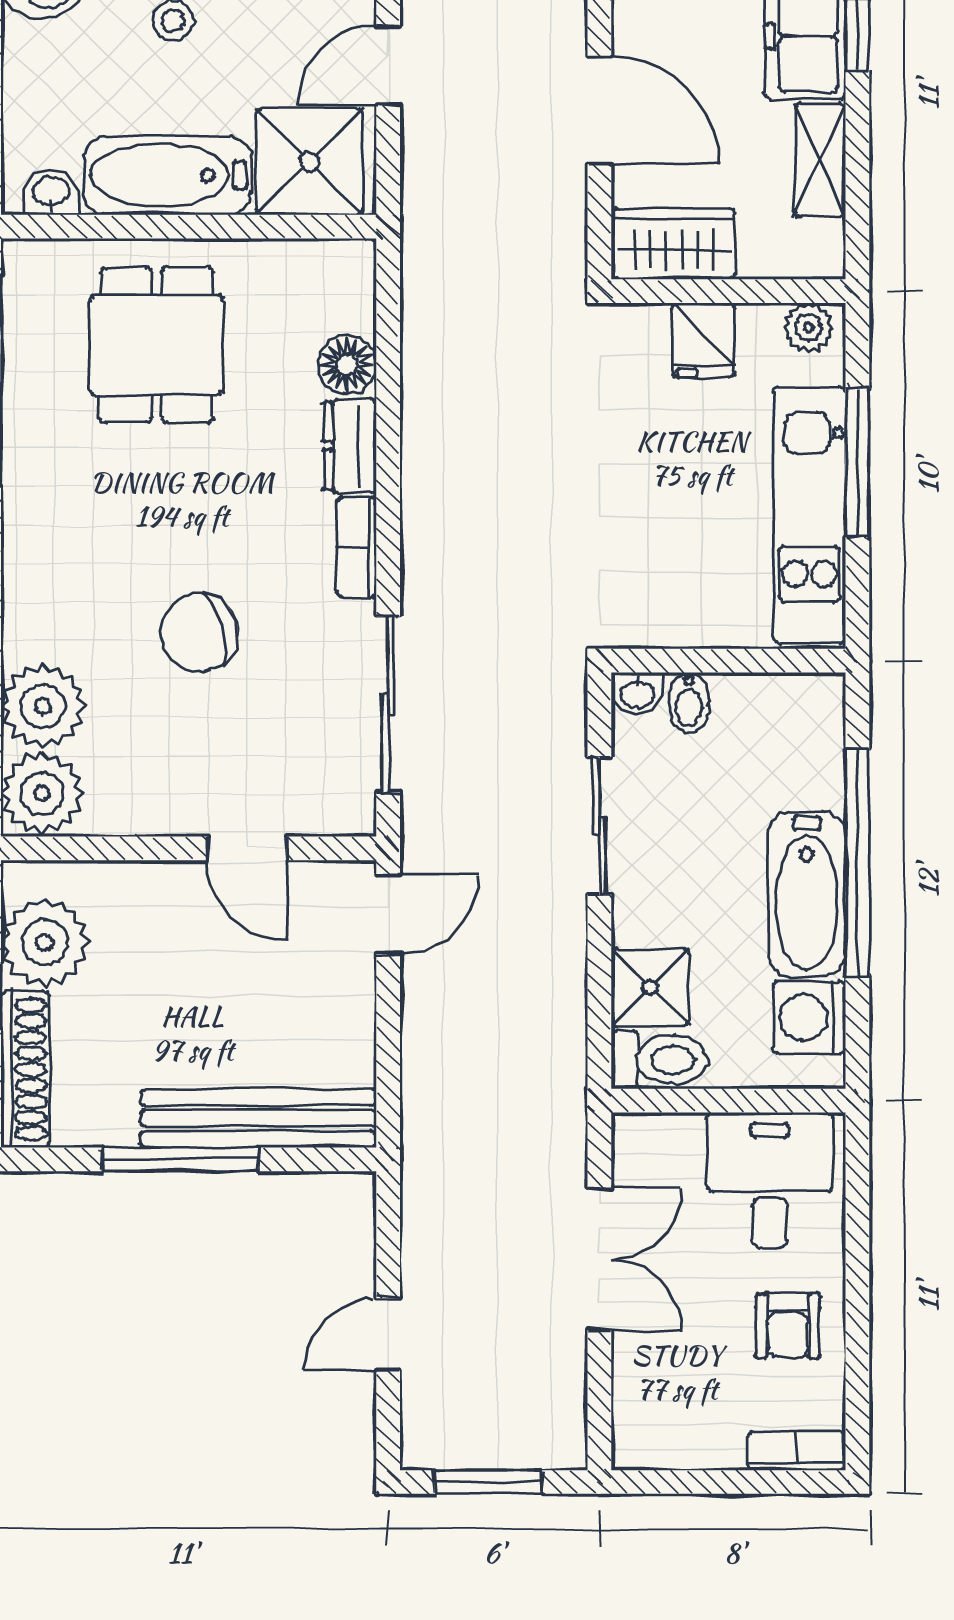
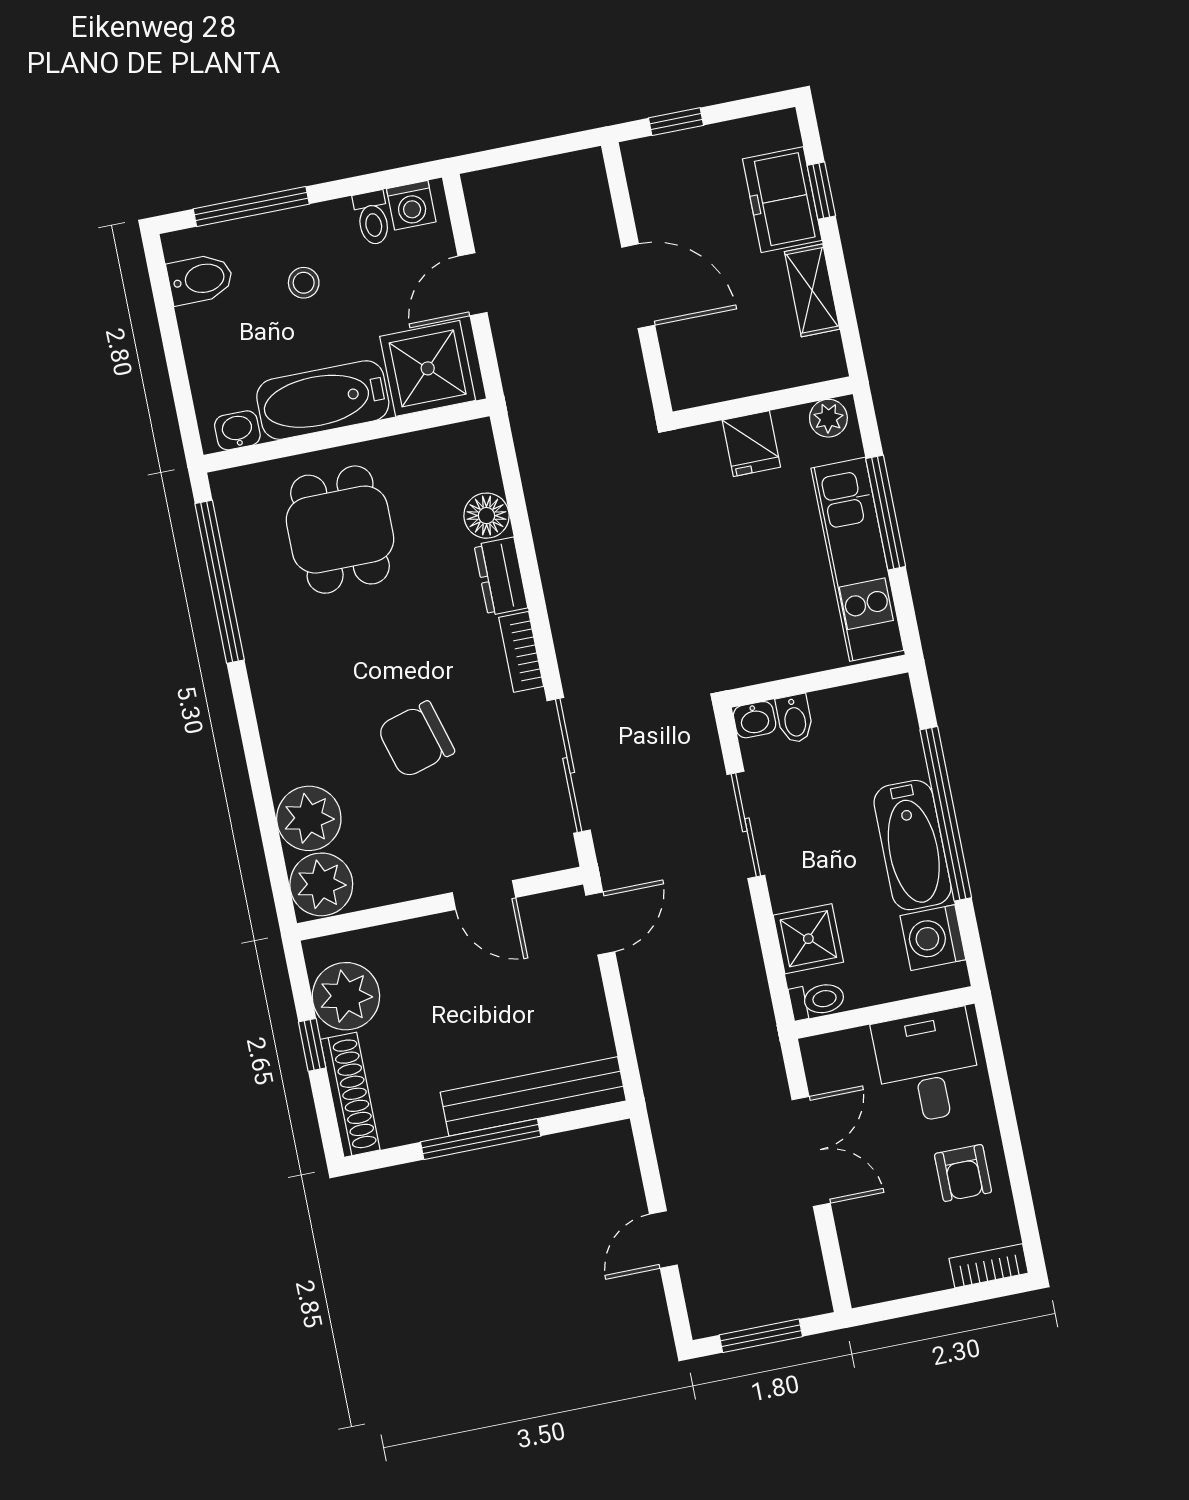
wardrobe: (674, 244) -> (715, 376), removed
toilet: (659, 1060) -> (817, 1000), width x0.73, depth x0.72

